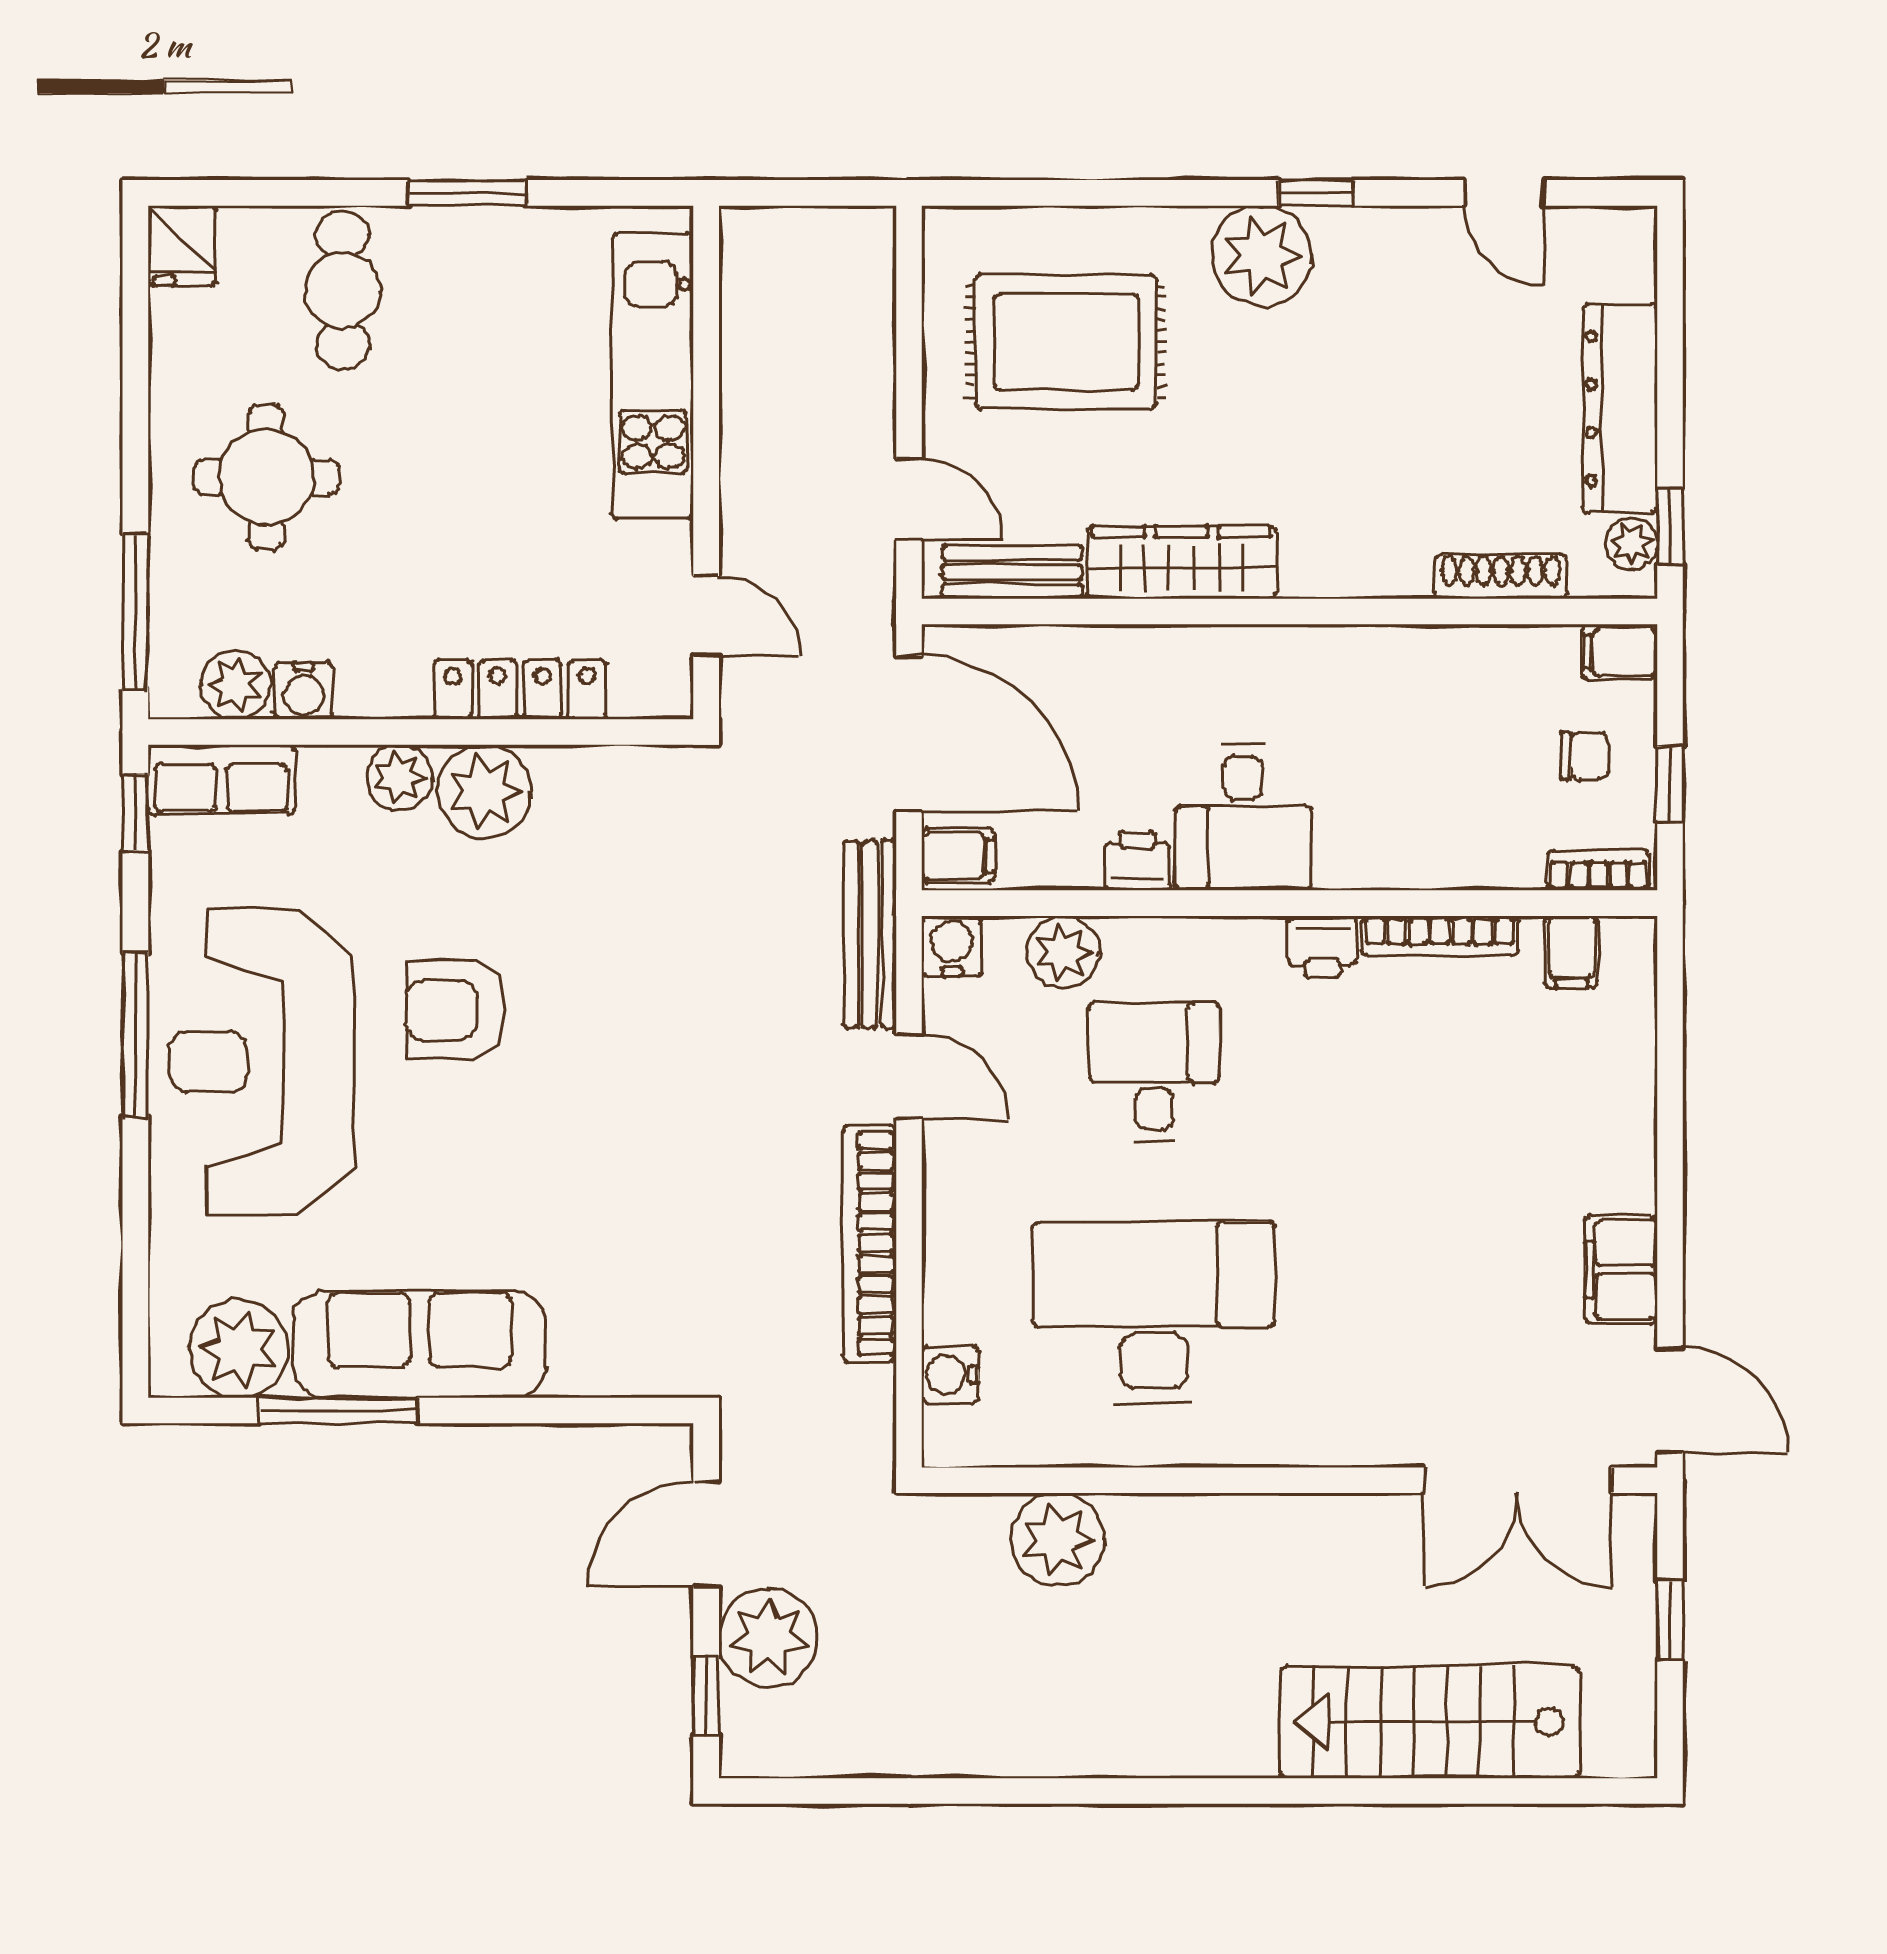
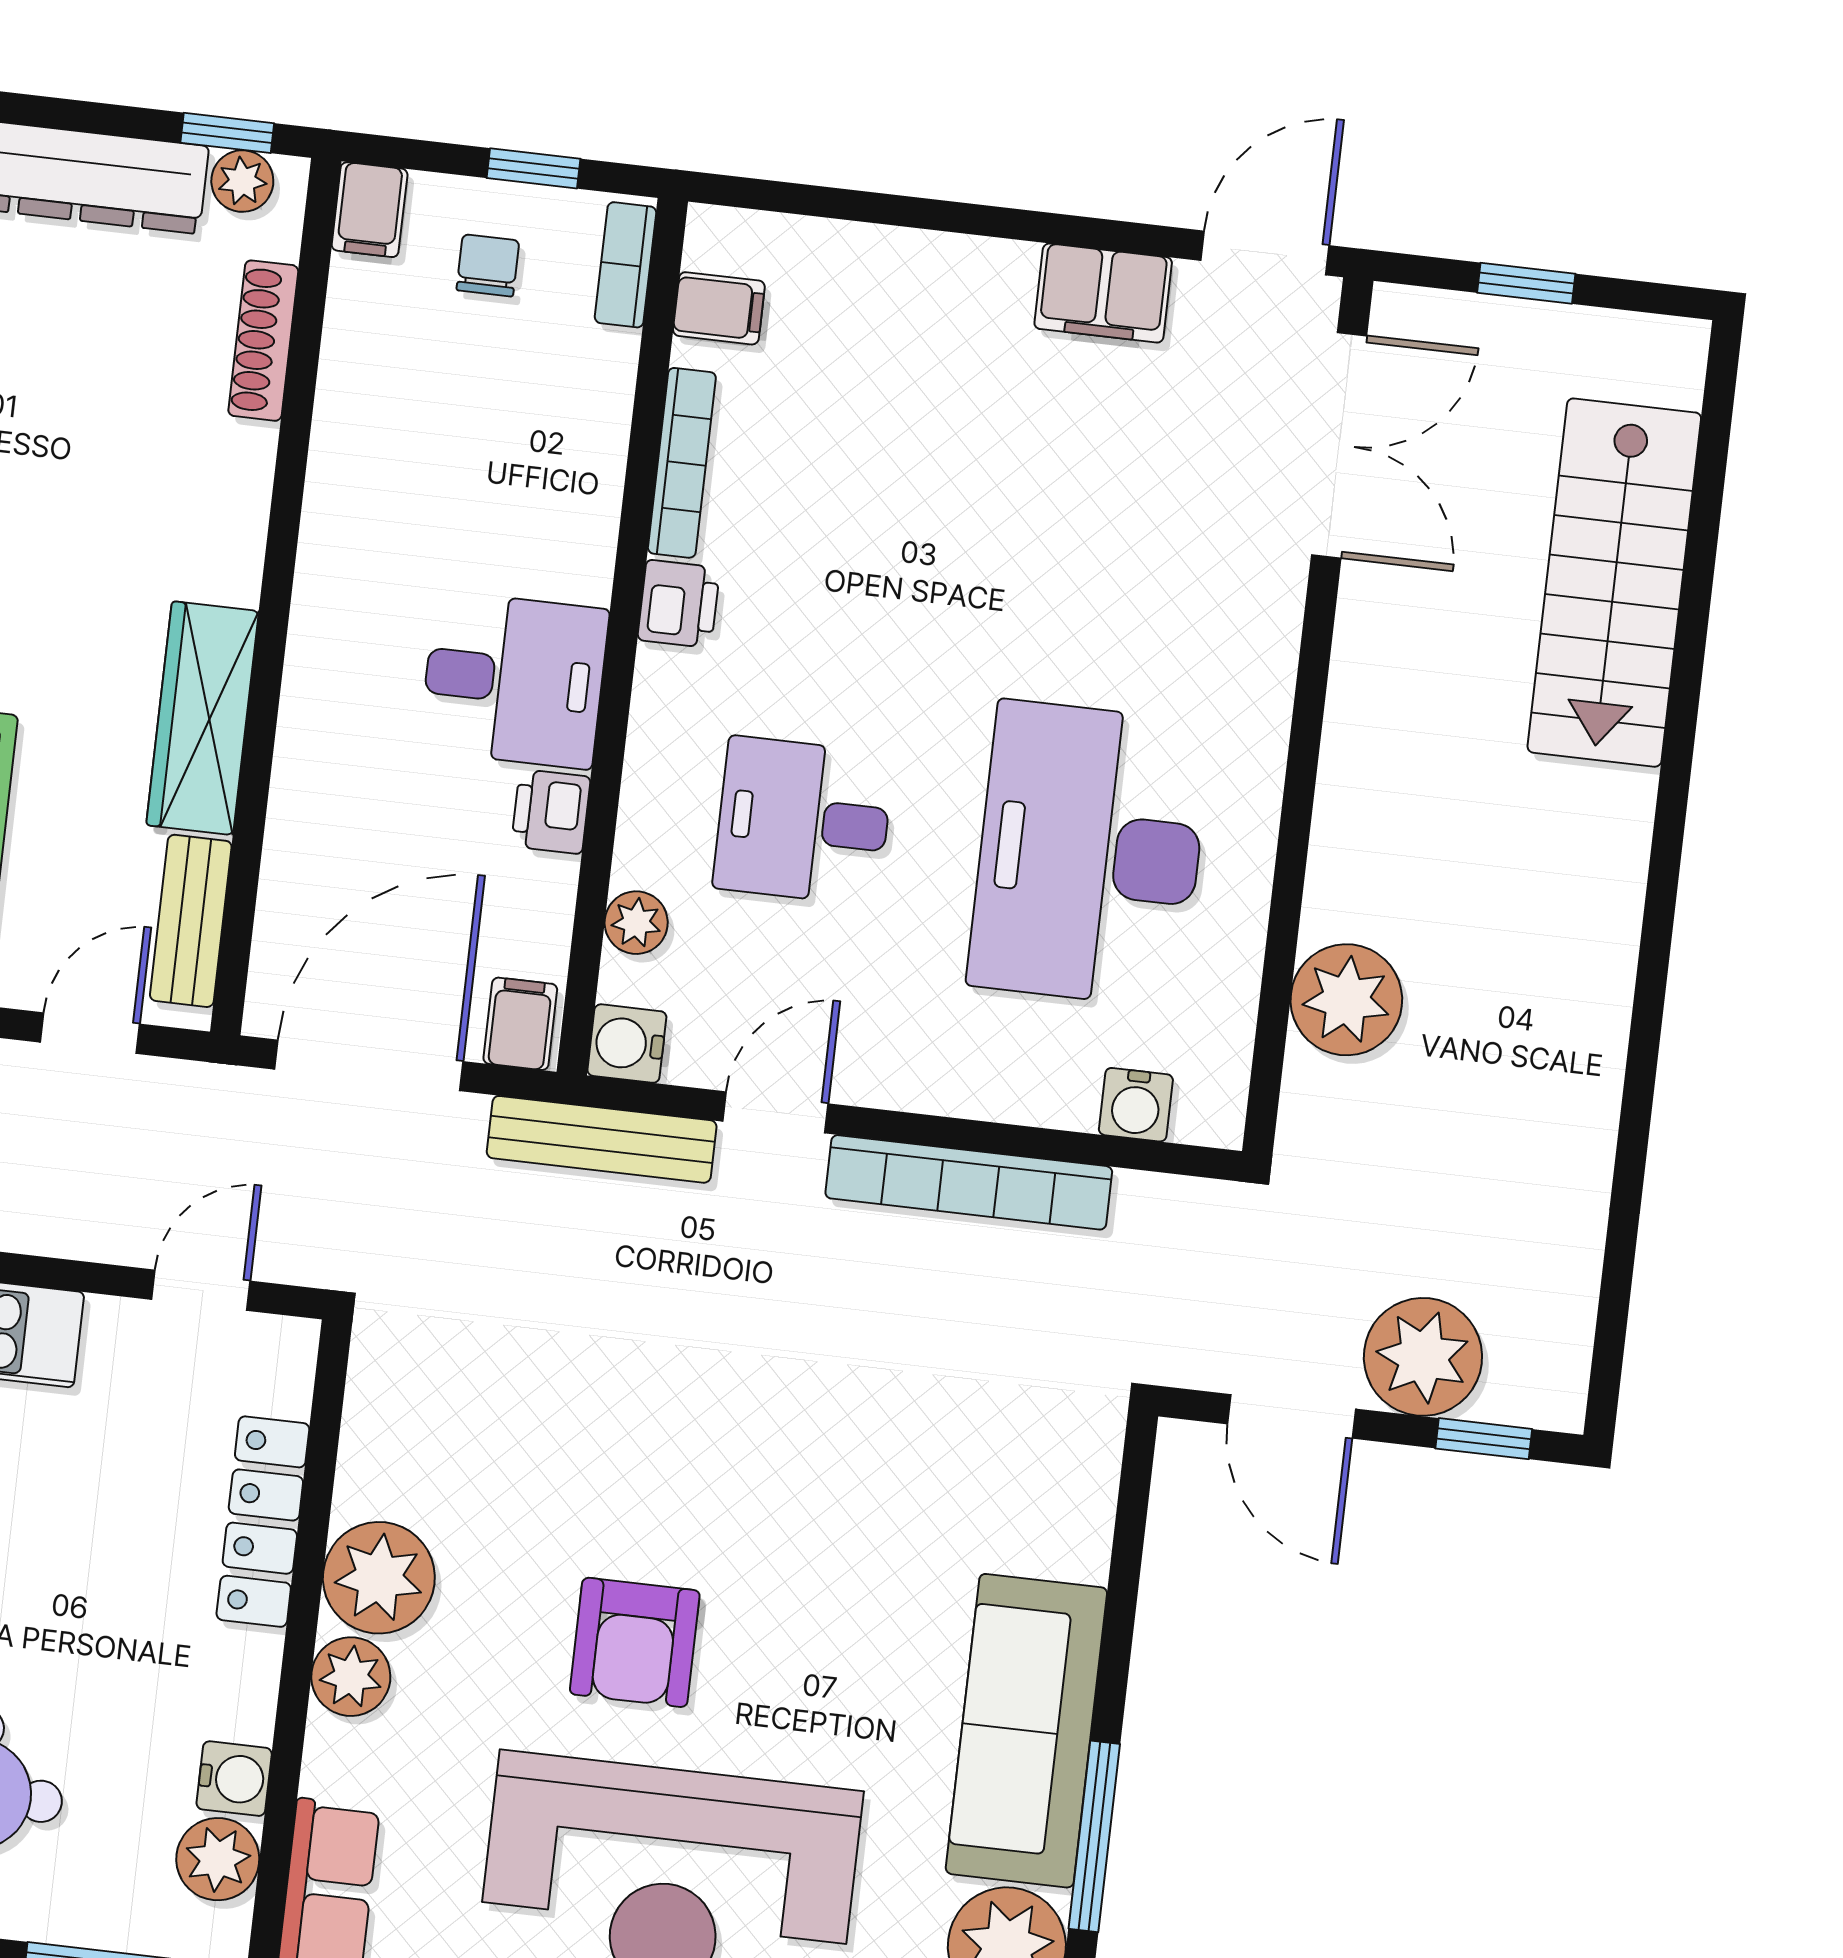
plant: (1063, 952) -> (636, 923), width x0.73, depth x0.73

